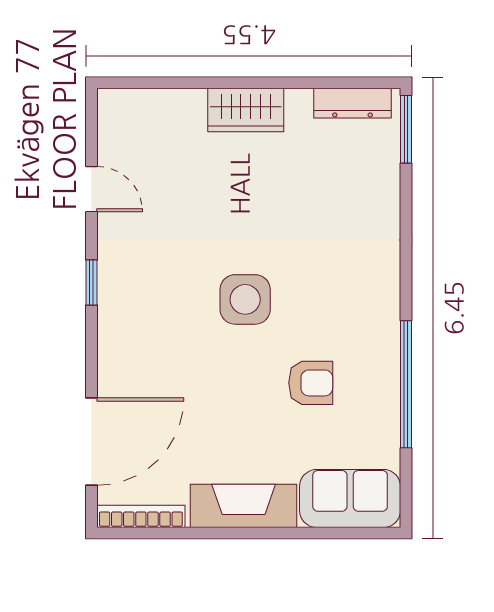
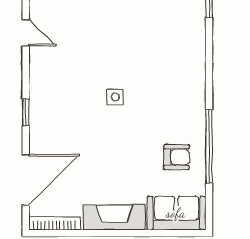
window: (91, 282) -> (26, 112), moved
side table: (245, 299) -> (115, 97), width x0.54, depth x0.54
armchair: (311, 383) -> (177, 157), moved

